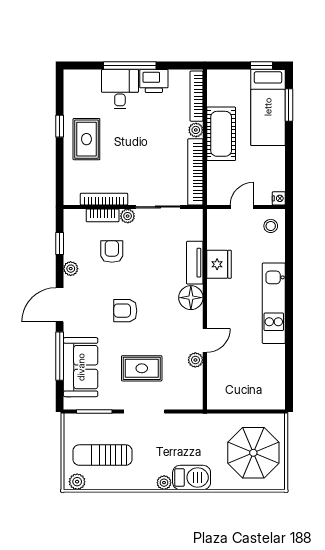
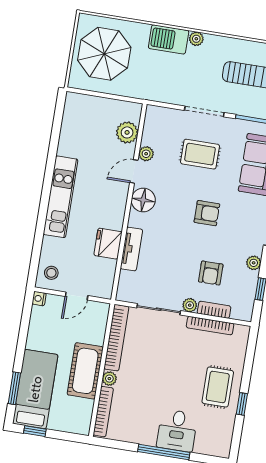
printer: (154, 81) -> (143, 433), removed
floor lamp: (191, 298) -> (143, 200), moved
plant: (218, 378) -> (127, 132), added

